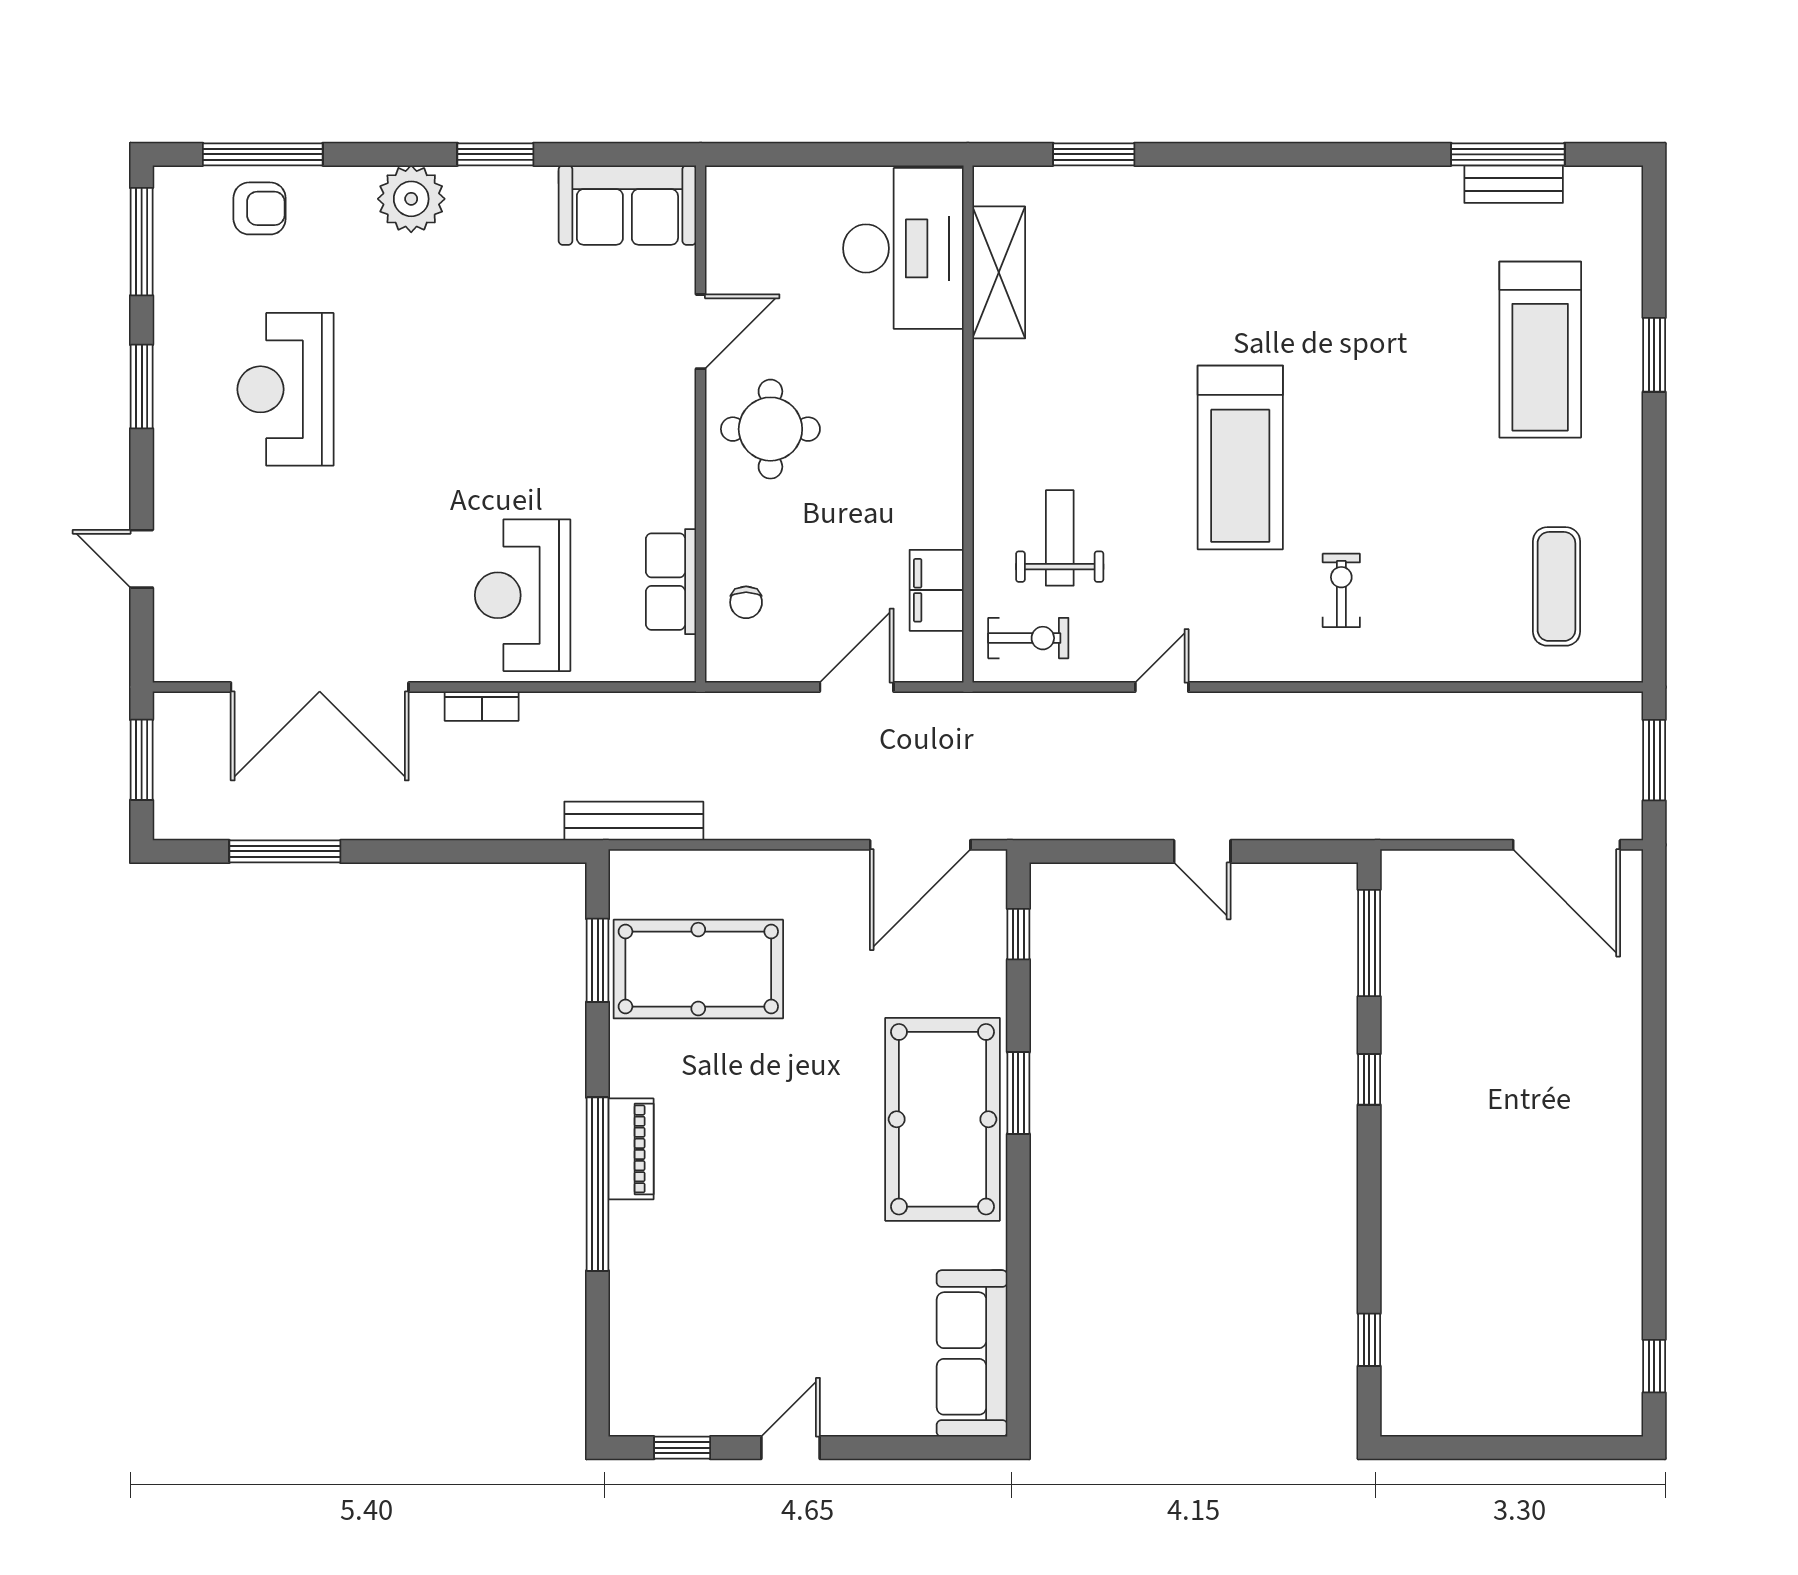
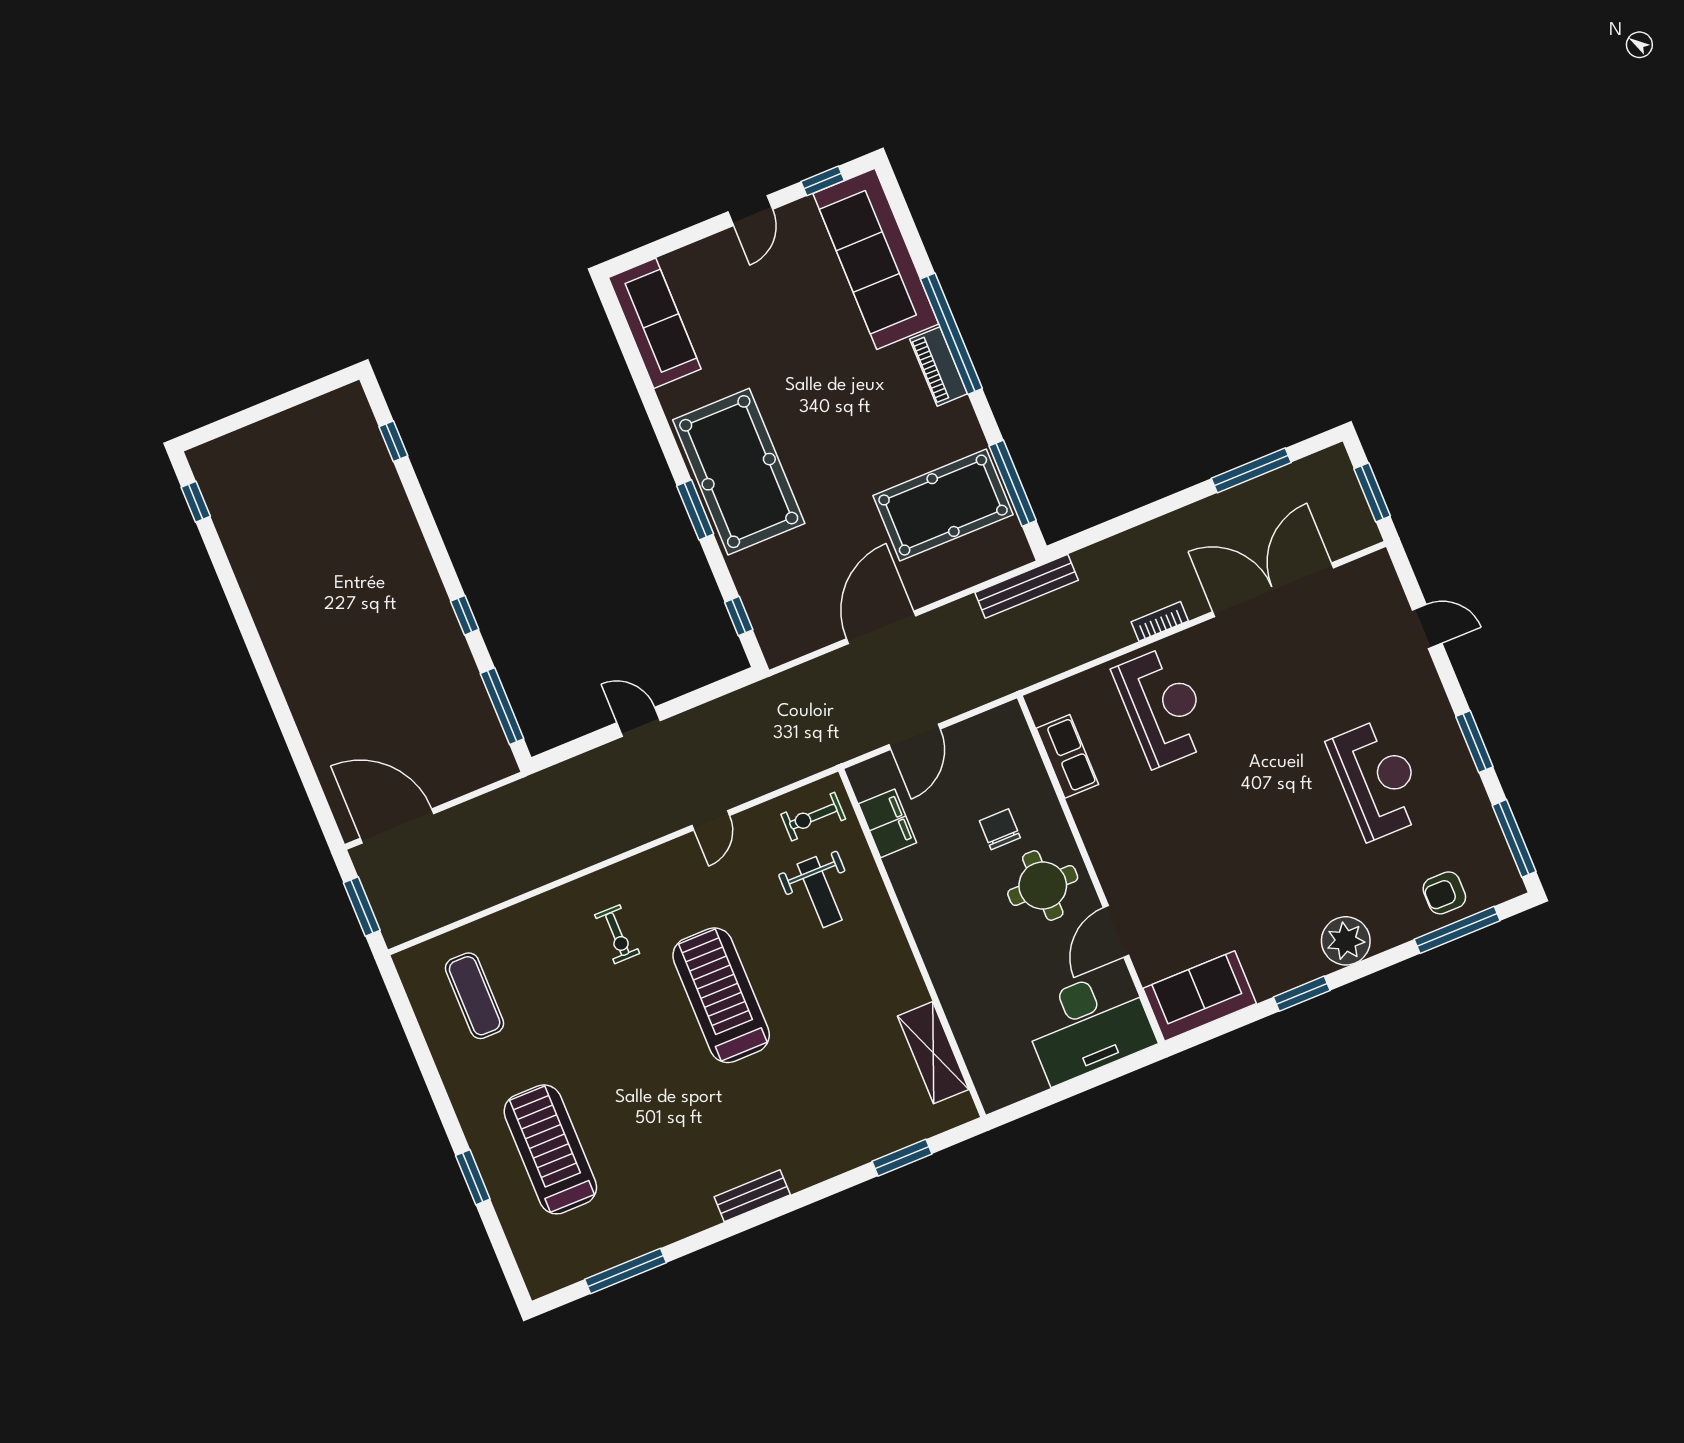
bench: (1514, 184) -> (752, 1196), moved
desk: (903, 248) -> (1088, 1026), moved, turned -90
chair: (746, 602) -> (1000, 829), moved, width x1.37, depth x1.37
door: (920, 845) -> (881, 627), moved
window: (598, 960) -> (1013, 483), width x1.44
sofa: (655, 1320) -> (876, 259), added

